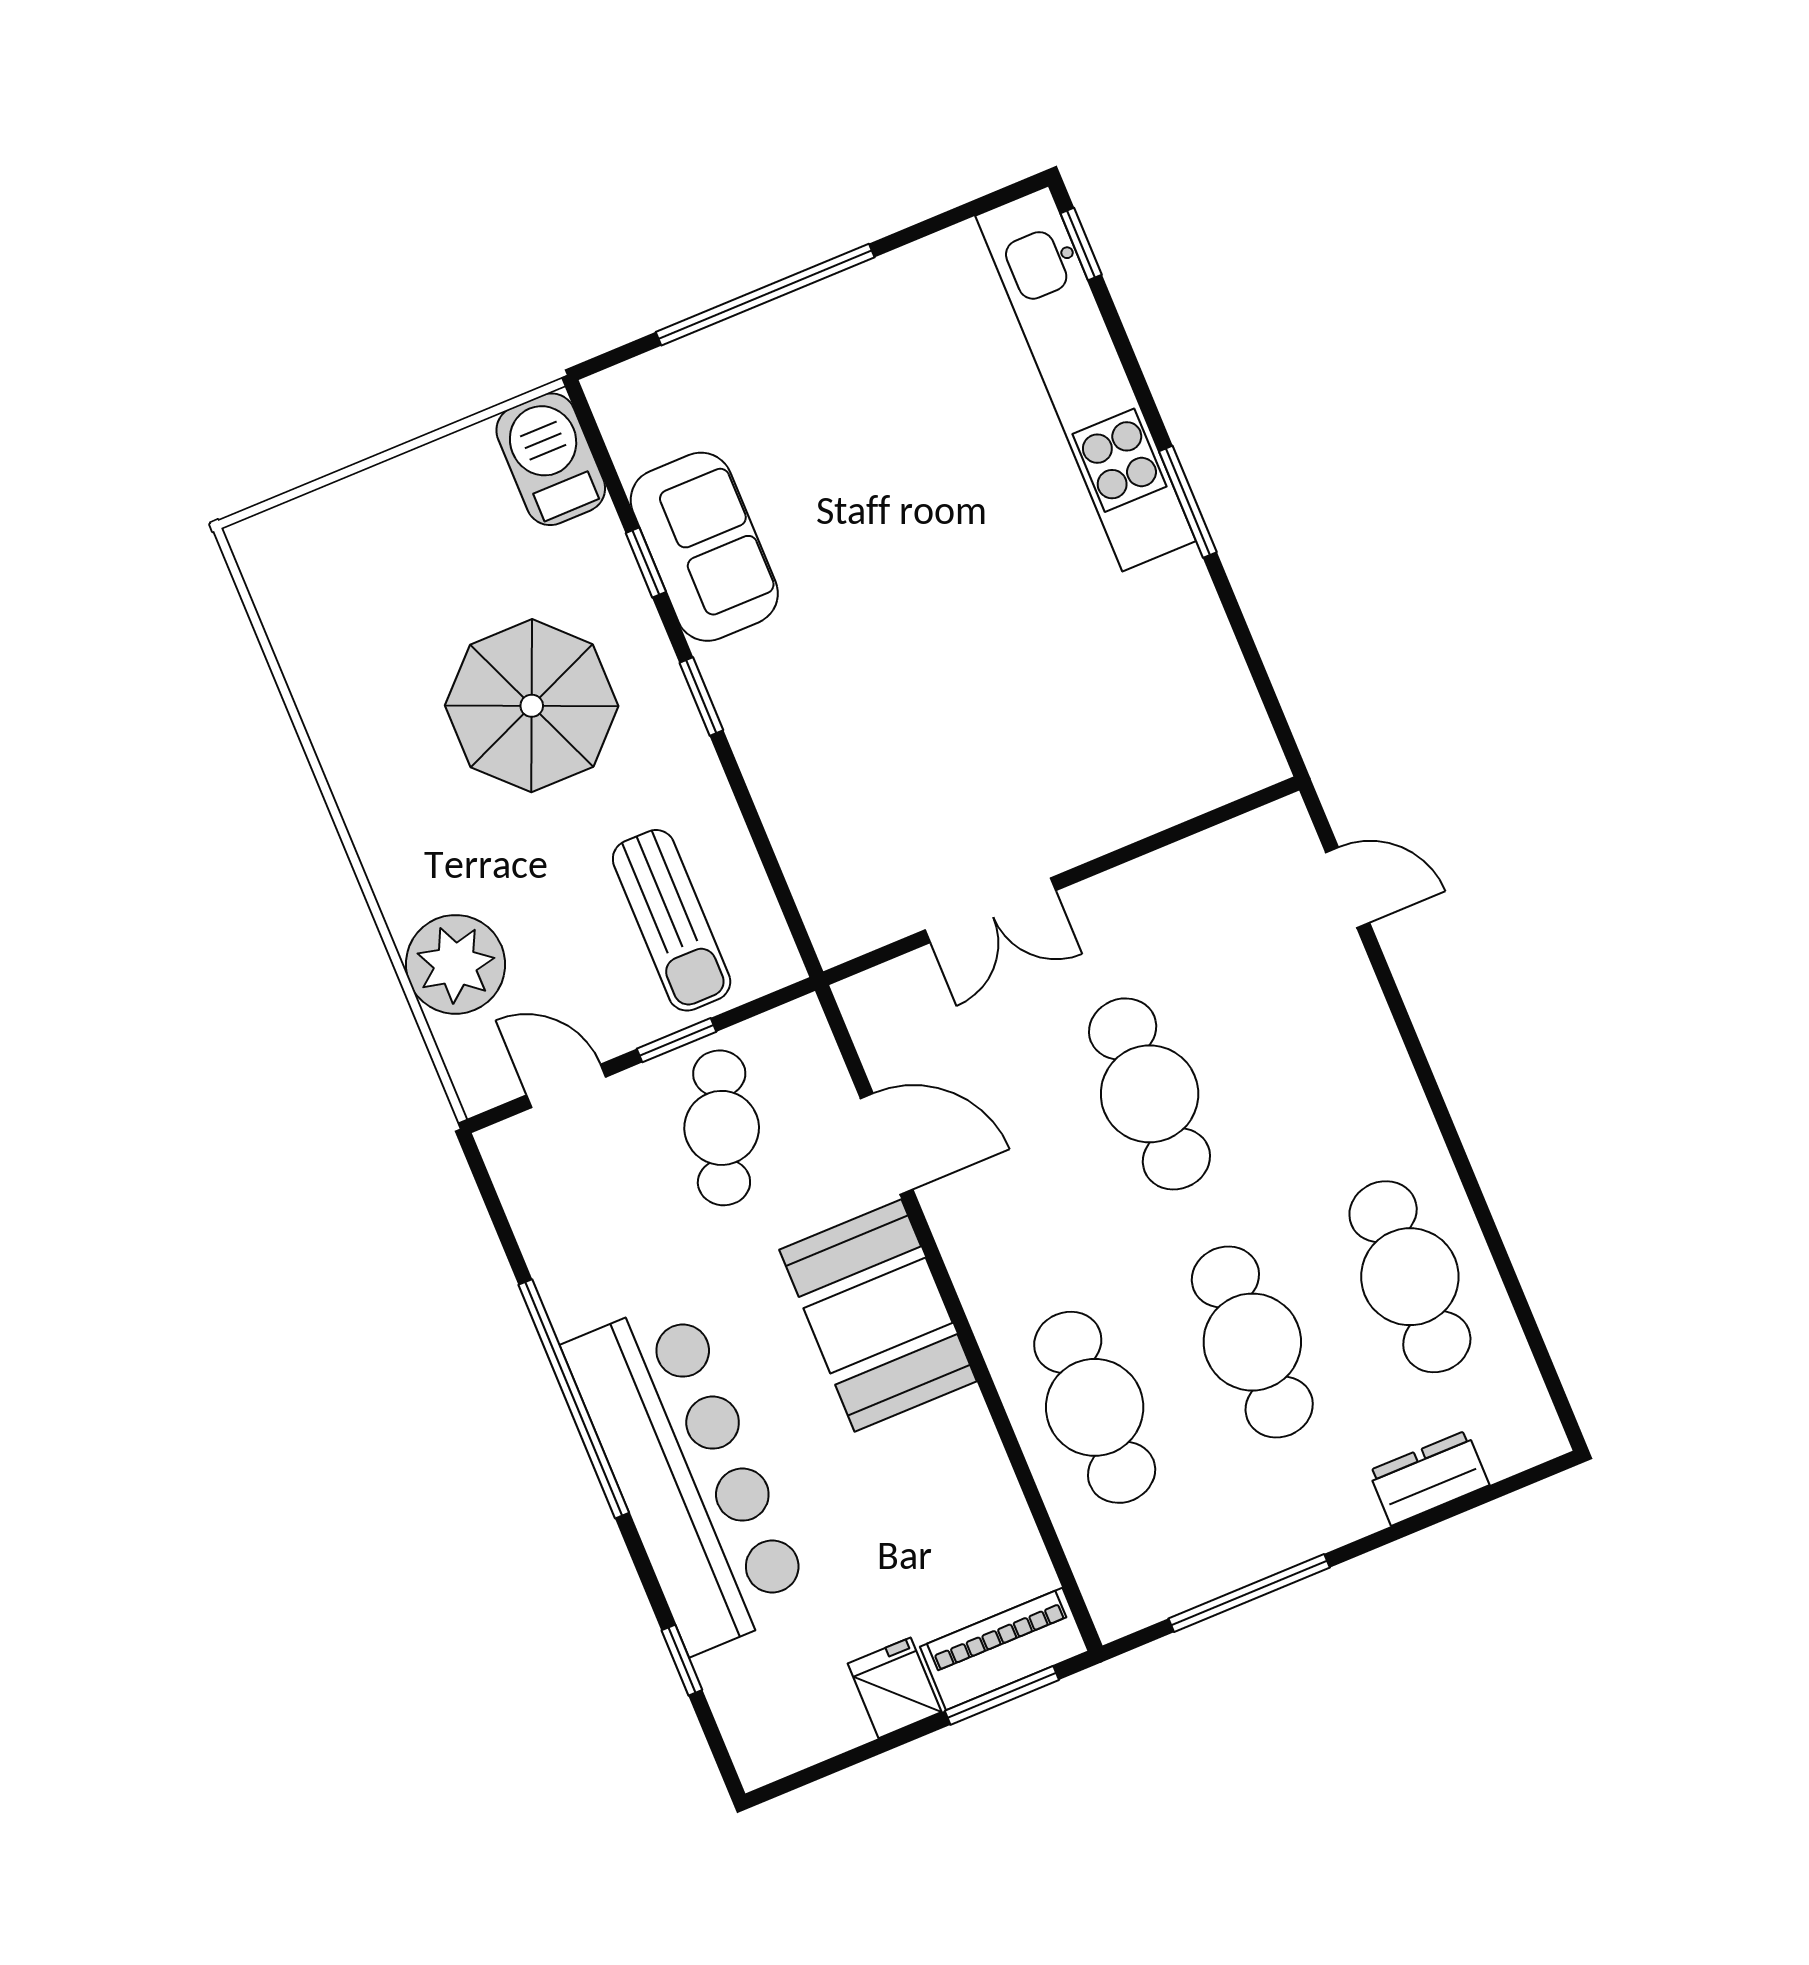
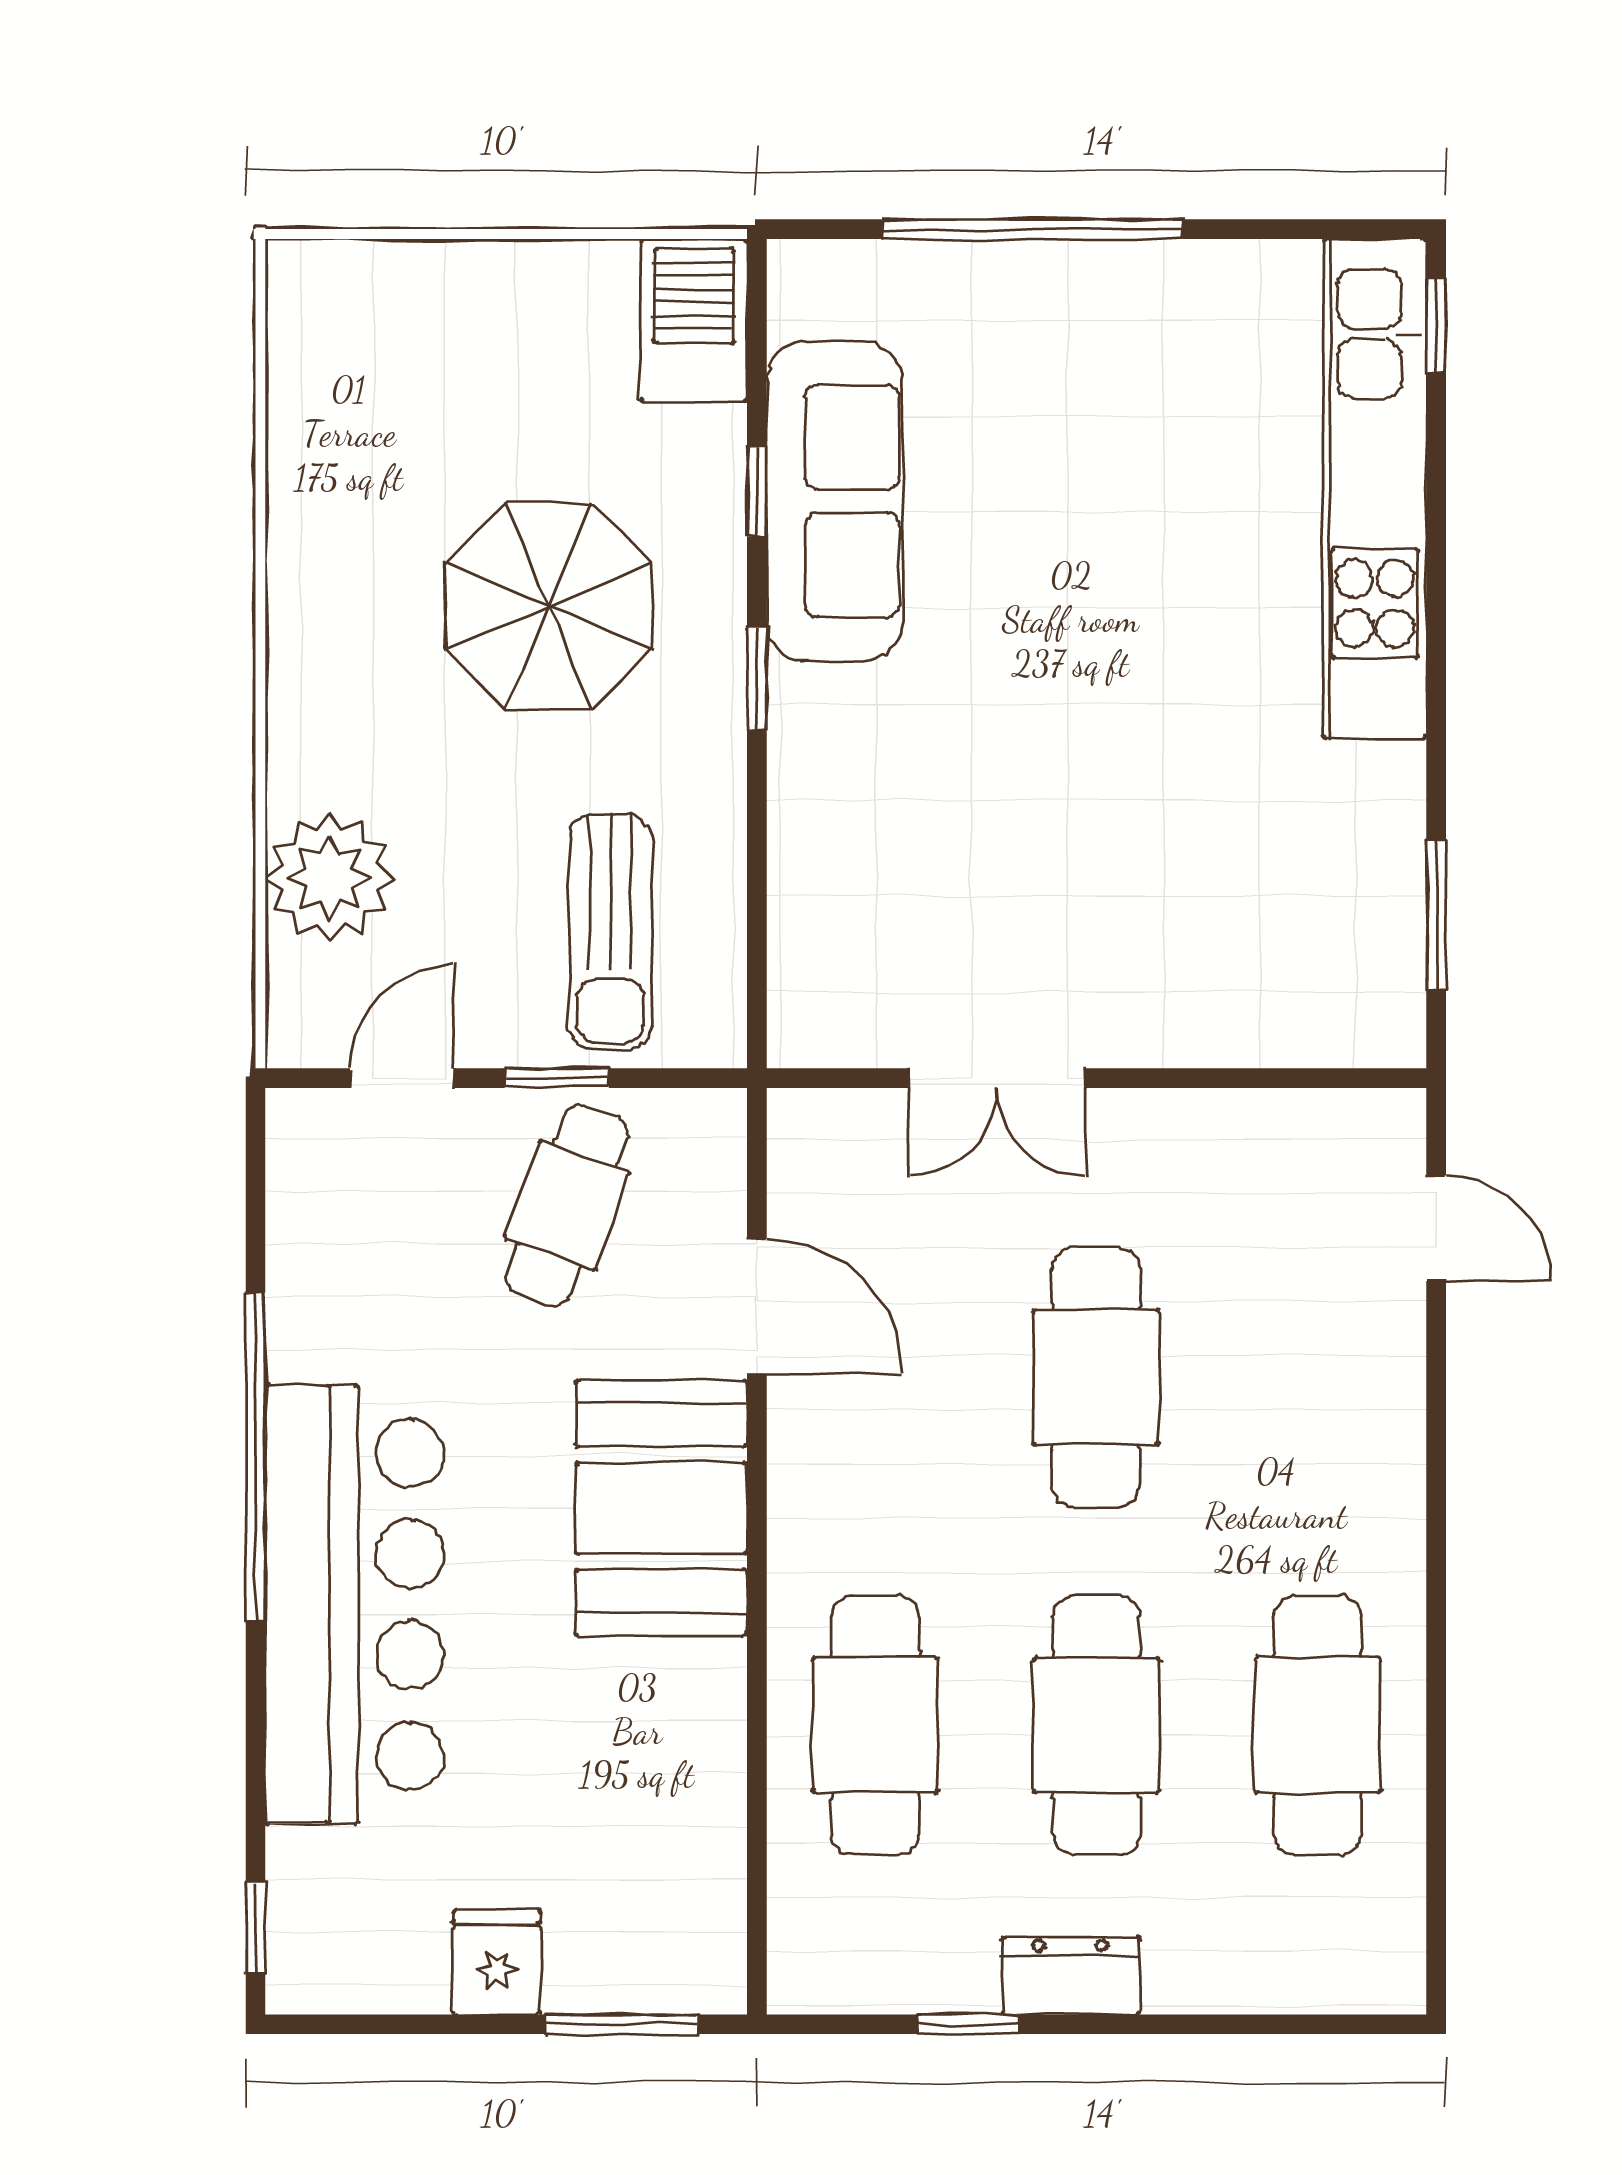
window: (1188, 502) -> (1436, 914), moved
sofa: (704, 547) -> (835, 501), width x1.36
door: (566, 1086) -> (402, 1078), hinge flipped
dresser: (1429, 1478) -> (1071, 1976), moved
window: (1249, 1593) -> (968, 2024), width x0.46
piano: (1004, 1649) -> (647, 1970), removed
window: (682, 1660) -> (256, 1928), moved

